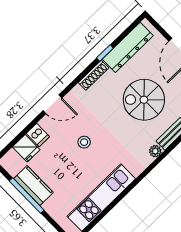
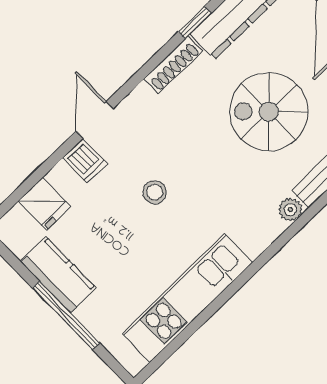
door: (52, 104) -> (95, 120), swing flipped
dishwasher: (38, 135) -> (85, 161), moved
window: (27, 196) -> (66, 315), moved

